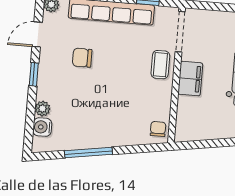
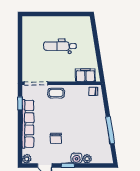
filing cabinet: (190, 79) -> (85, 75), moved
water cooler: (42, 127) -> (76, 158), moved

